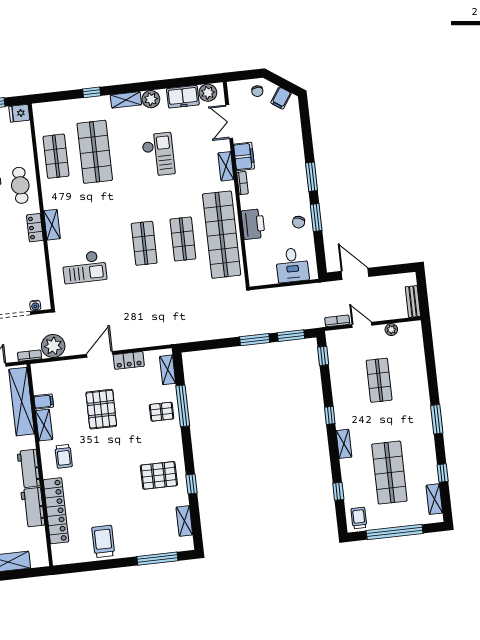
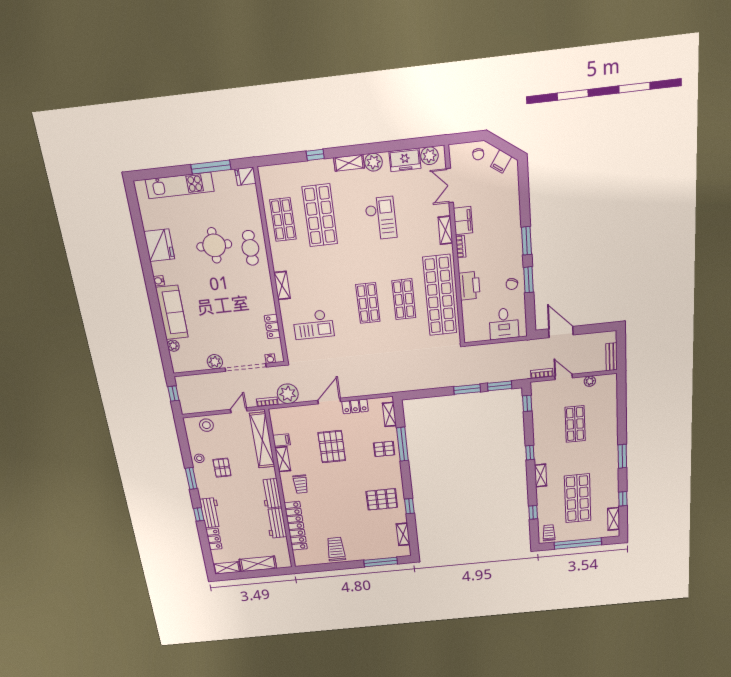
locker: (35, 228) -> (272, 327), moved

